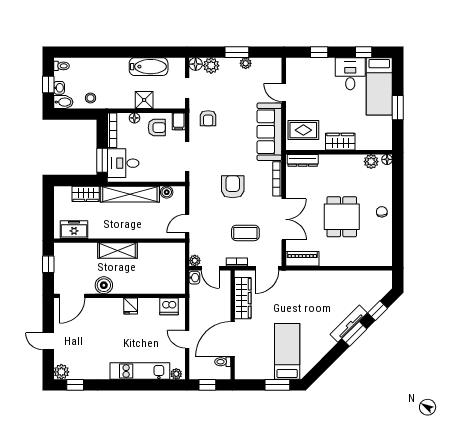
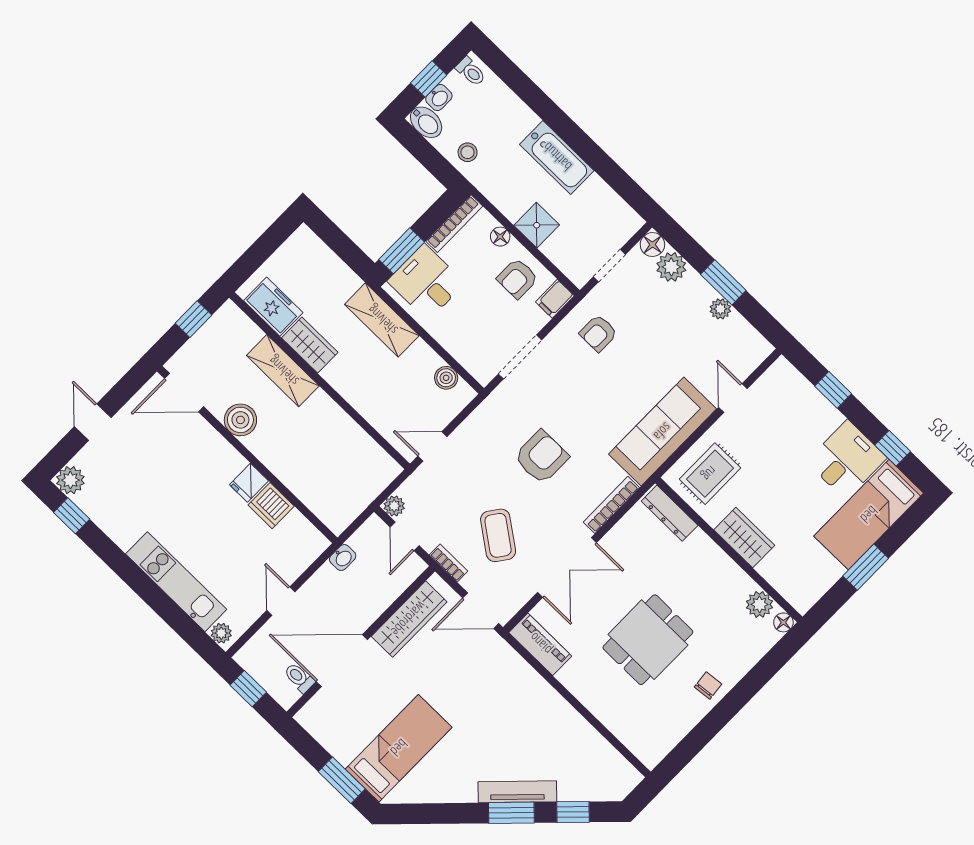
bathtub: (149, 67) -> (557, 157), moved
armchair: (157, 128) -> (517, 278), turned 90
rug: (303, 130) -> (710, 474), turned 90
wardrobe: (86, 194) -> (310, 345), moved, turned 180
shelving: (130, 194) -> (382, 320), width x0.68
coffee table: (245, 233) -> (498, 535), turned 36
shelving: (117, 251) -> (283, 371), moved
washbasin: (194, 278) -> (343, 558), moved
dishwasher: (169, 306) -> (271, 506), moved

